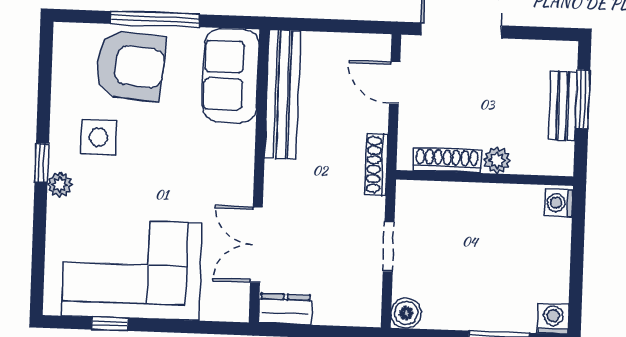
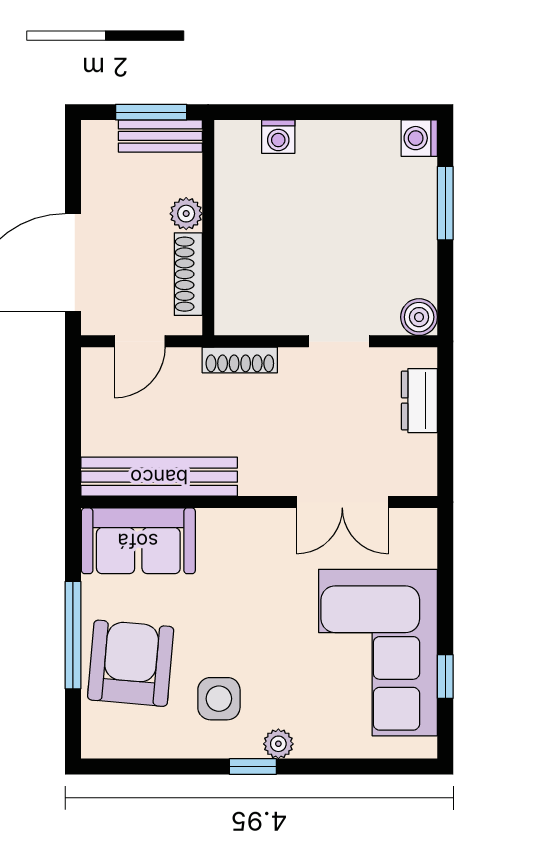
shoe rack: (447, 160) -> (188, 274), moved
plant: (497, 160) -> (186, 214), moved
wall: (485, 178) -> (208, 228), moved
dresser: (285, 309) -> (419, 401), moved

